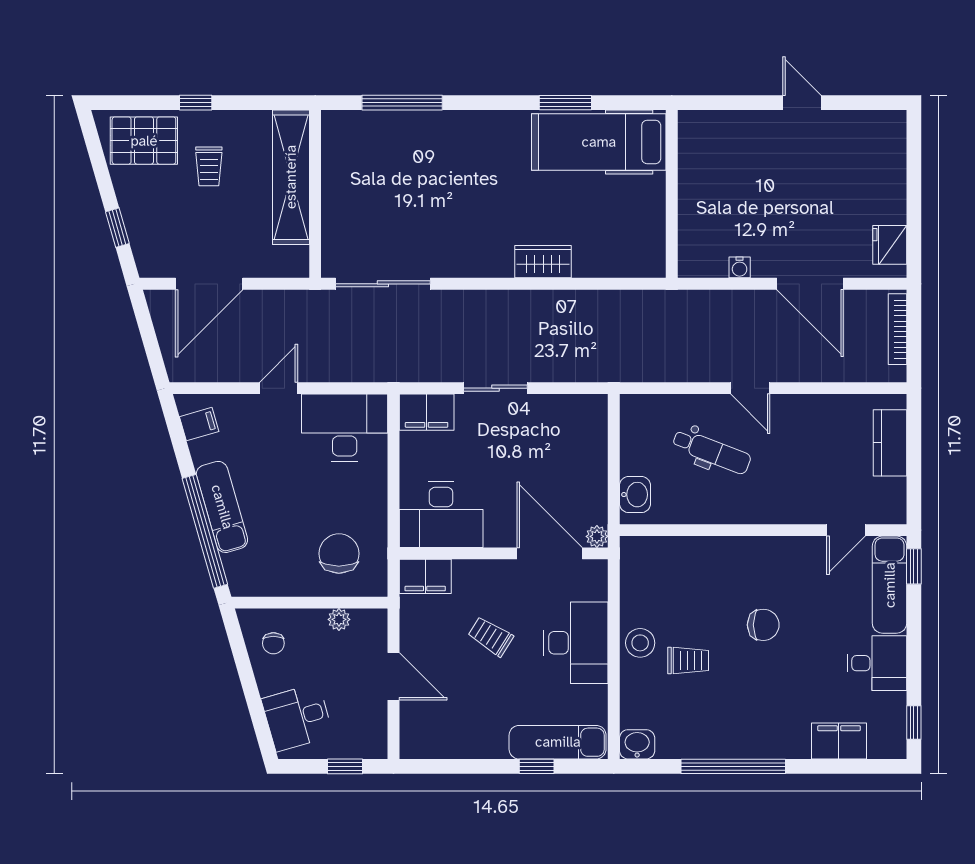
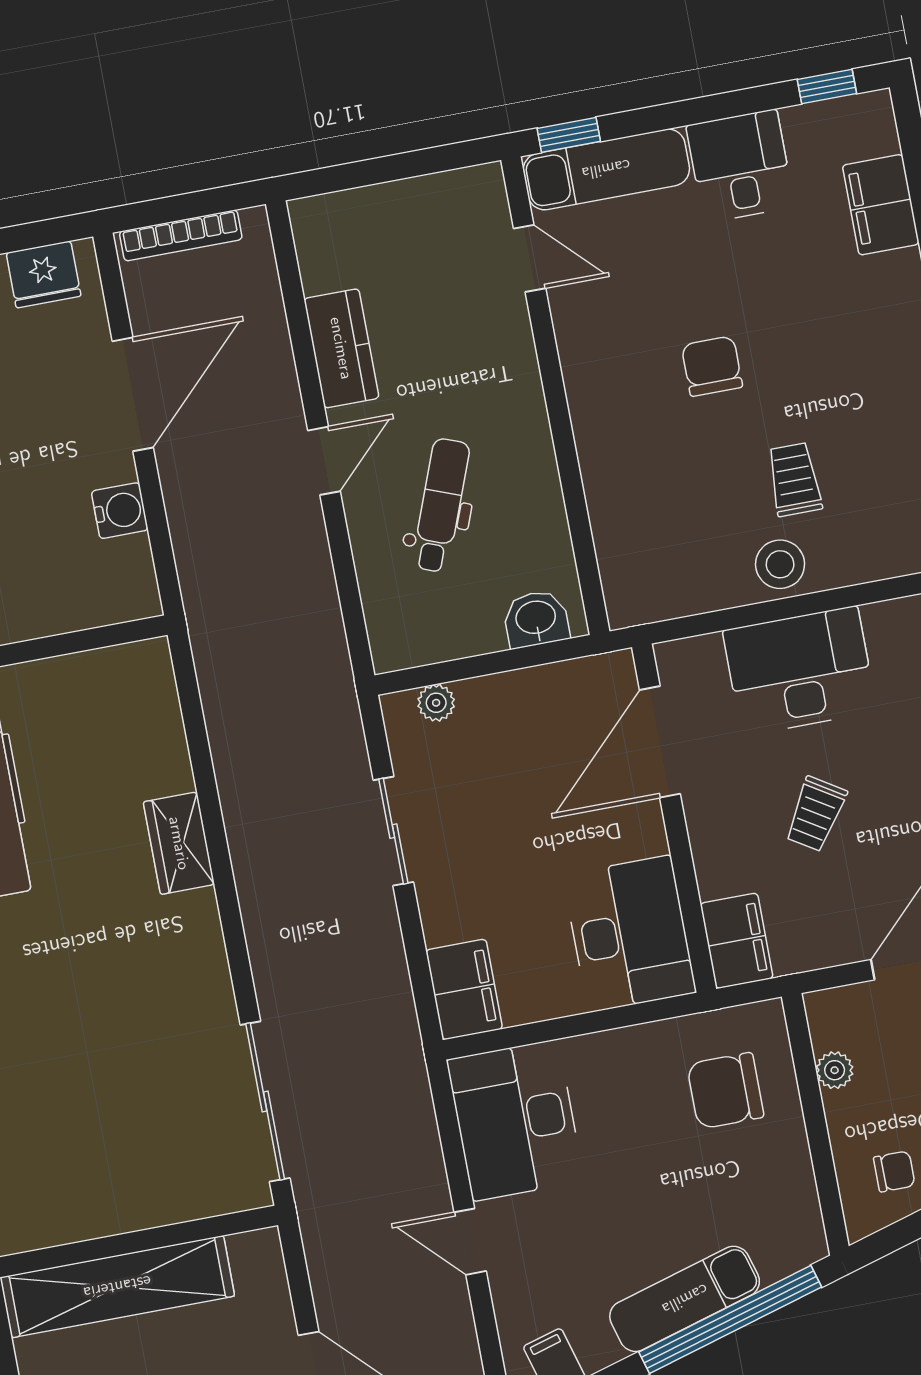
water cooler: (740, 267) -> (120, 511), width x1.38, depth x1.38
sliding door: (495, 388) -> (393, 831), moved
kitchen counter: (890, 443) -> (341, 348), moved, turned -90
plant: (597, 536) -> (436, 703), moved

